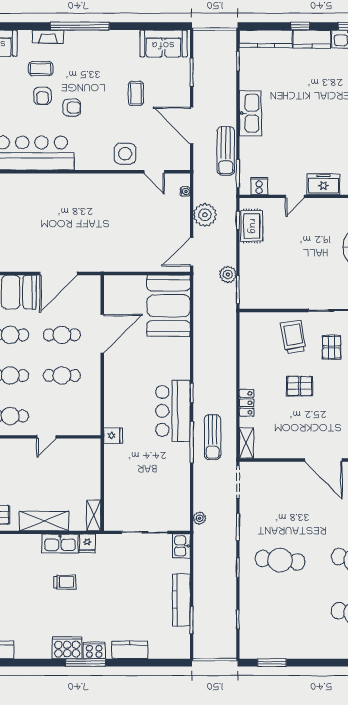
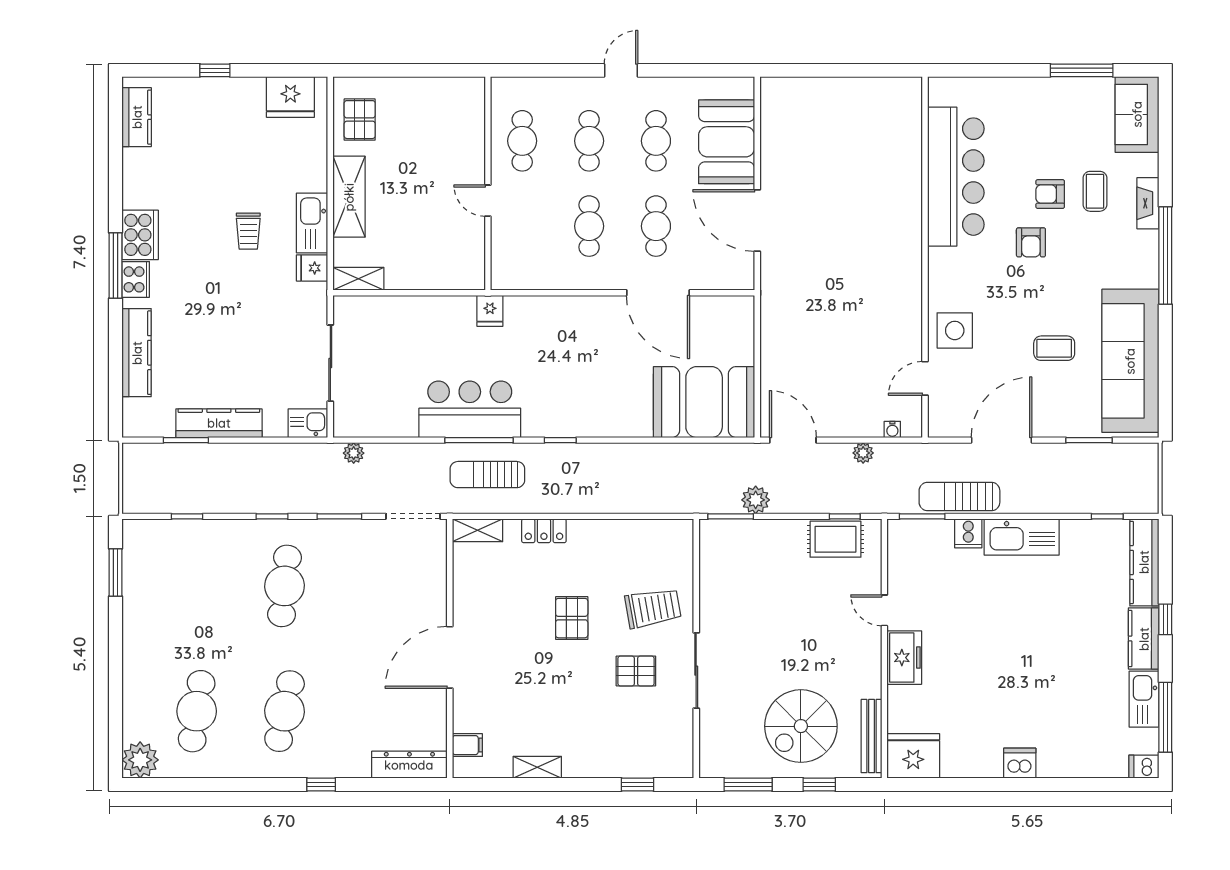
sofa: (163, 44) -> (1130, 361), width x1.85, depth x1.27
cooker: (259, 186) -> (968, 533), moved, turned 90
plant: (205, 215) -> (863, 453), width x0.53, depth x0.53
bar counter: (173, 411) -> (470, 409), moved
kitchen counter: (130, 650) -> (137, 353), width x1.50

